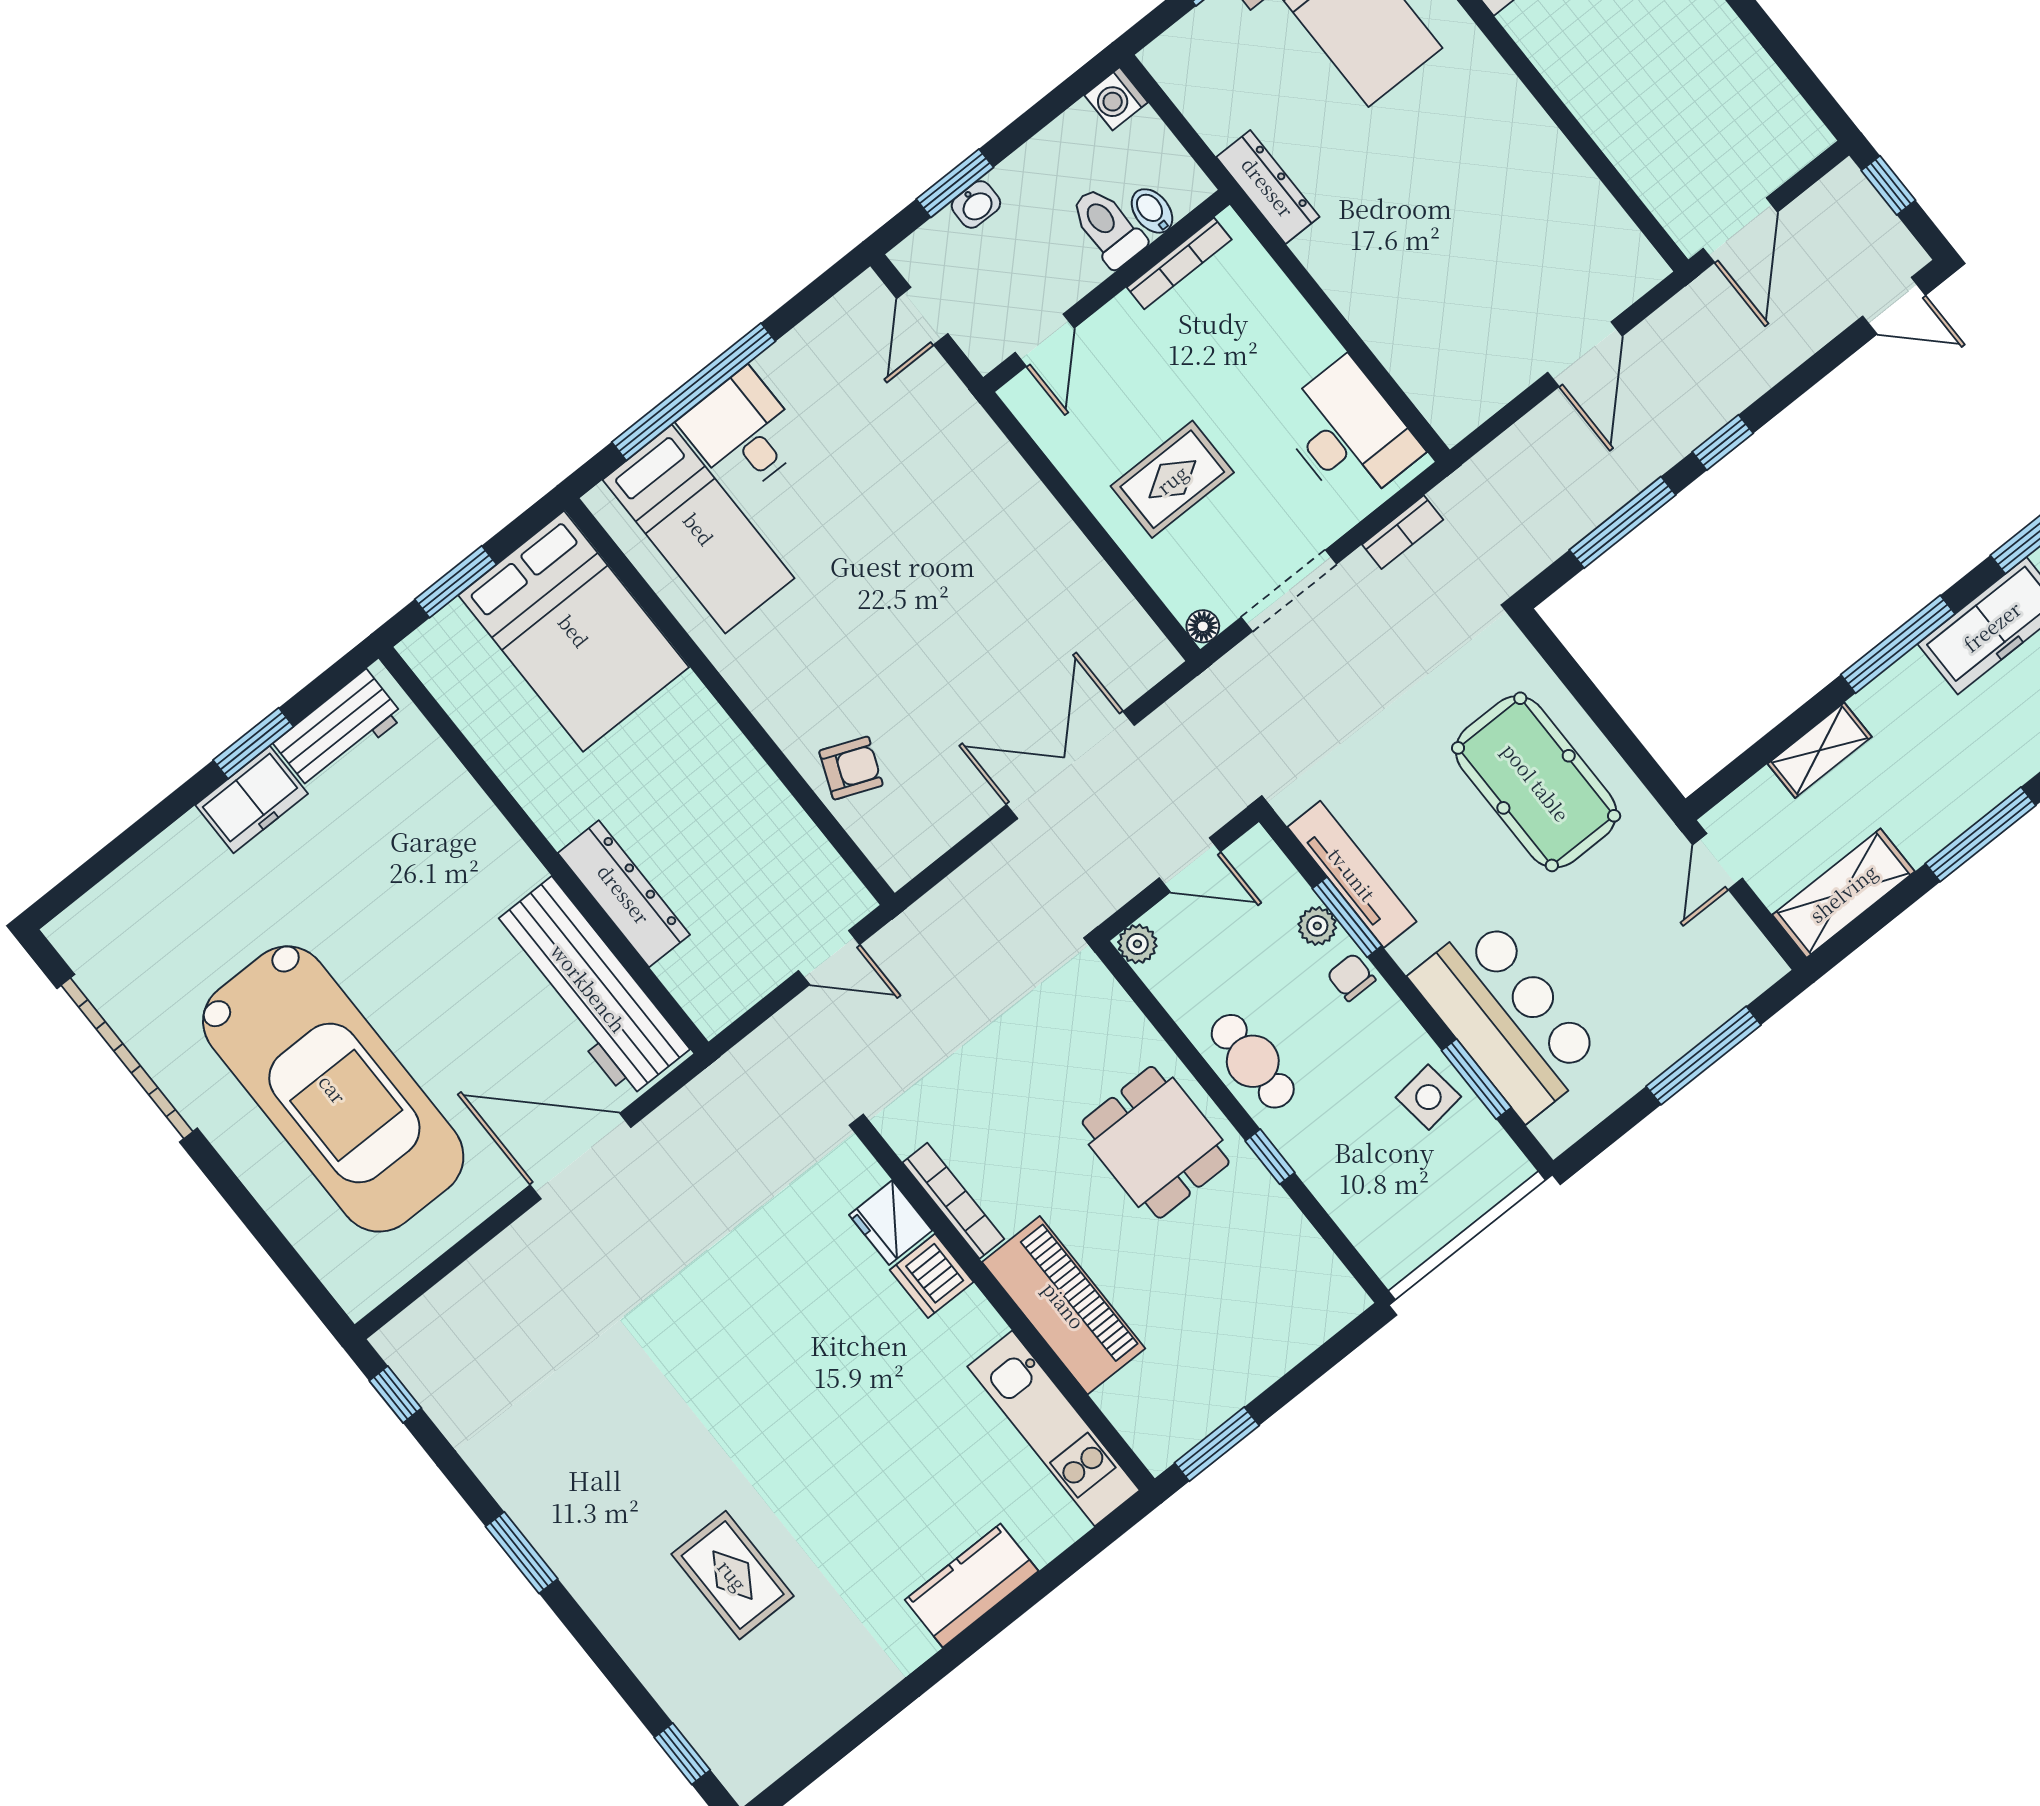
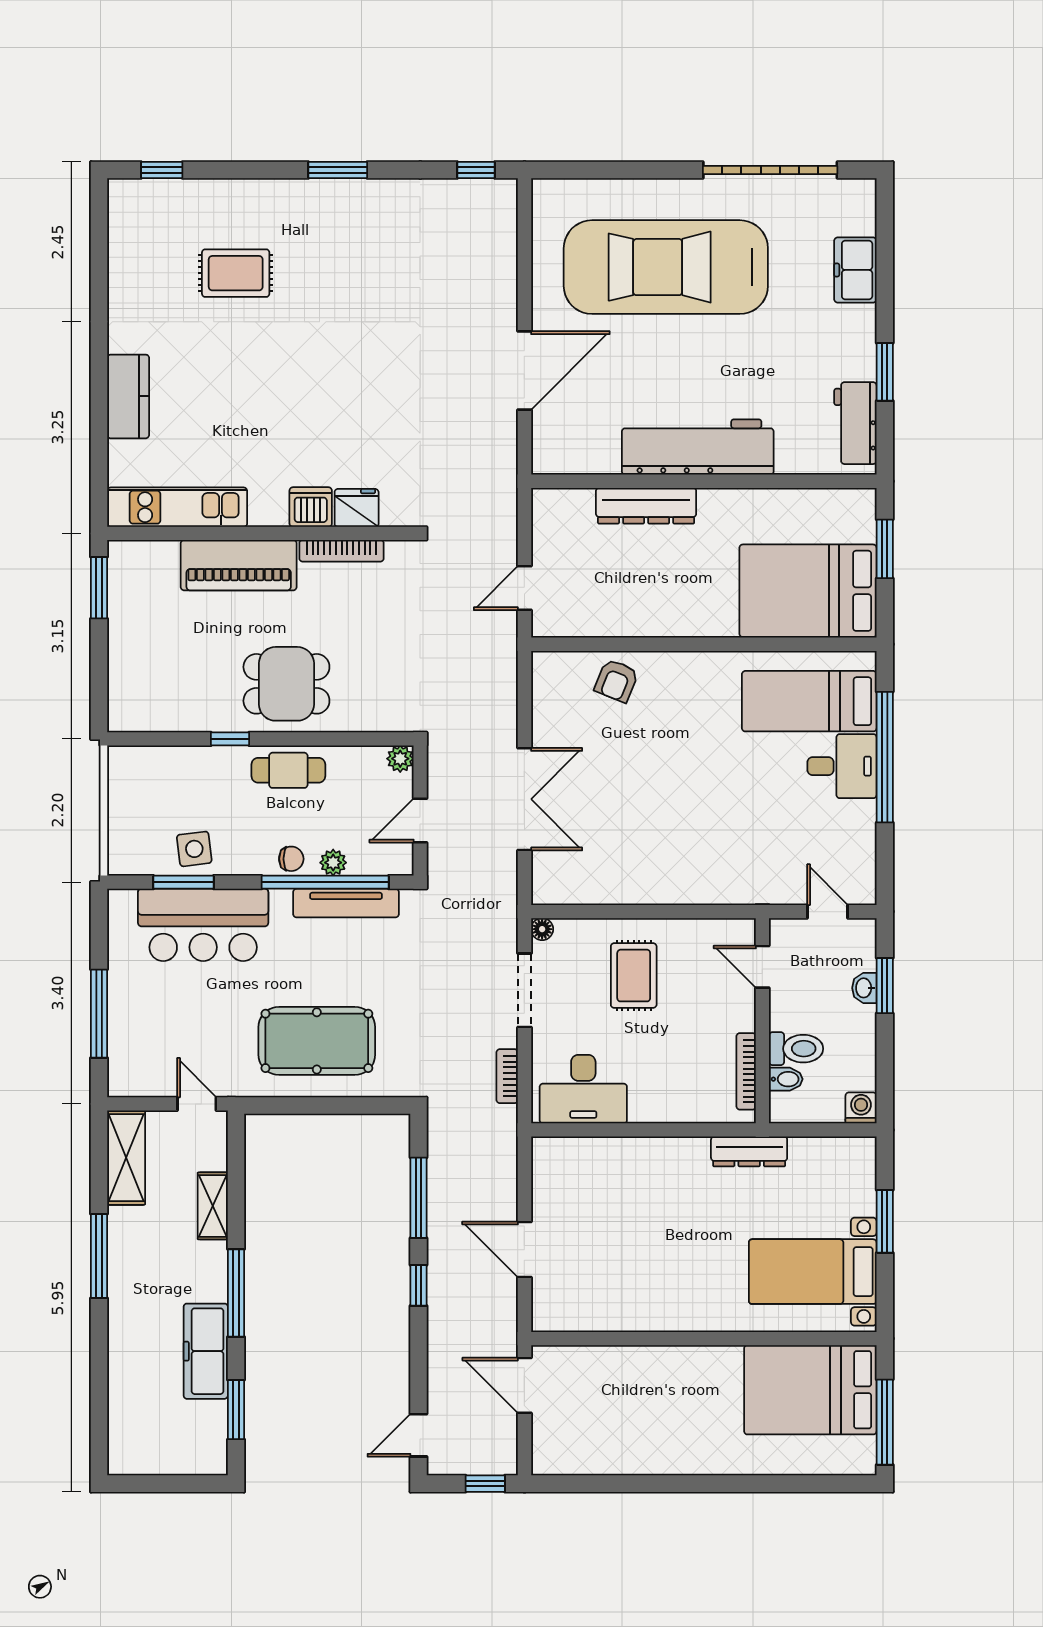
freezer: (252, 799) -> (855, 270), moved
window: (1347, 917) -> (325, 882), width x2.11
workbench: (589, 988) -> (698, 447), moved

